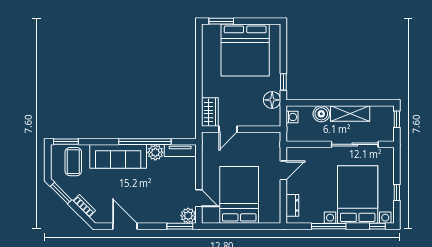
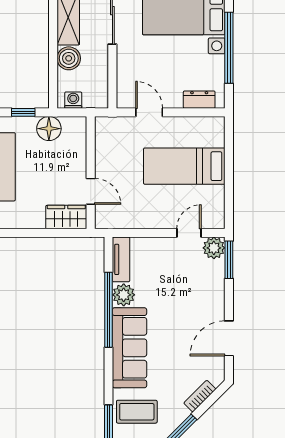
bed: (239, 195) -> (184, 166), width x0.67
window: (329, 226) -> (229, 48), width x1.46

